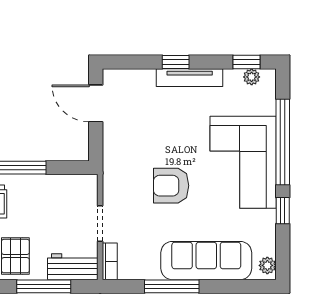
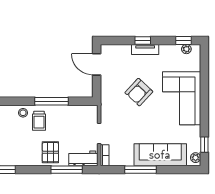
tv unit: (190, 78) -> (145, 49), width x0.71
window: (283, 142) -> (204, 87), removed
armchair: (171, 186) -> (139, 92), moved, turned -47
window: (283, 211) -> (204, 145), moved

